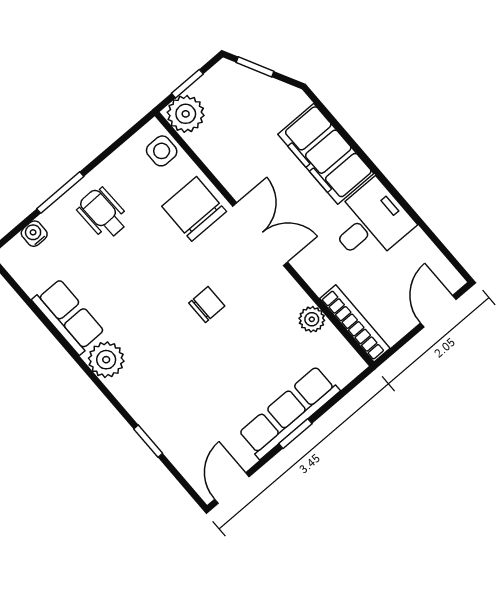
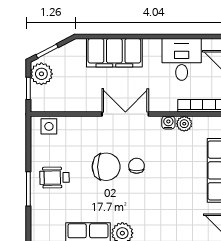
plant: (186, 114) -> (41, 74), moved
chair: (194, 209) -> (106, 167), moved, turned 180
desk: (370, 223) -> (182, 59), moved
water cooler: (34, 234) -> (168, 123), moved, turned 90

